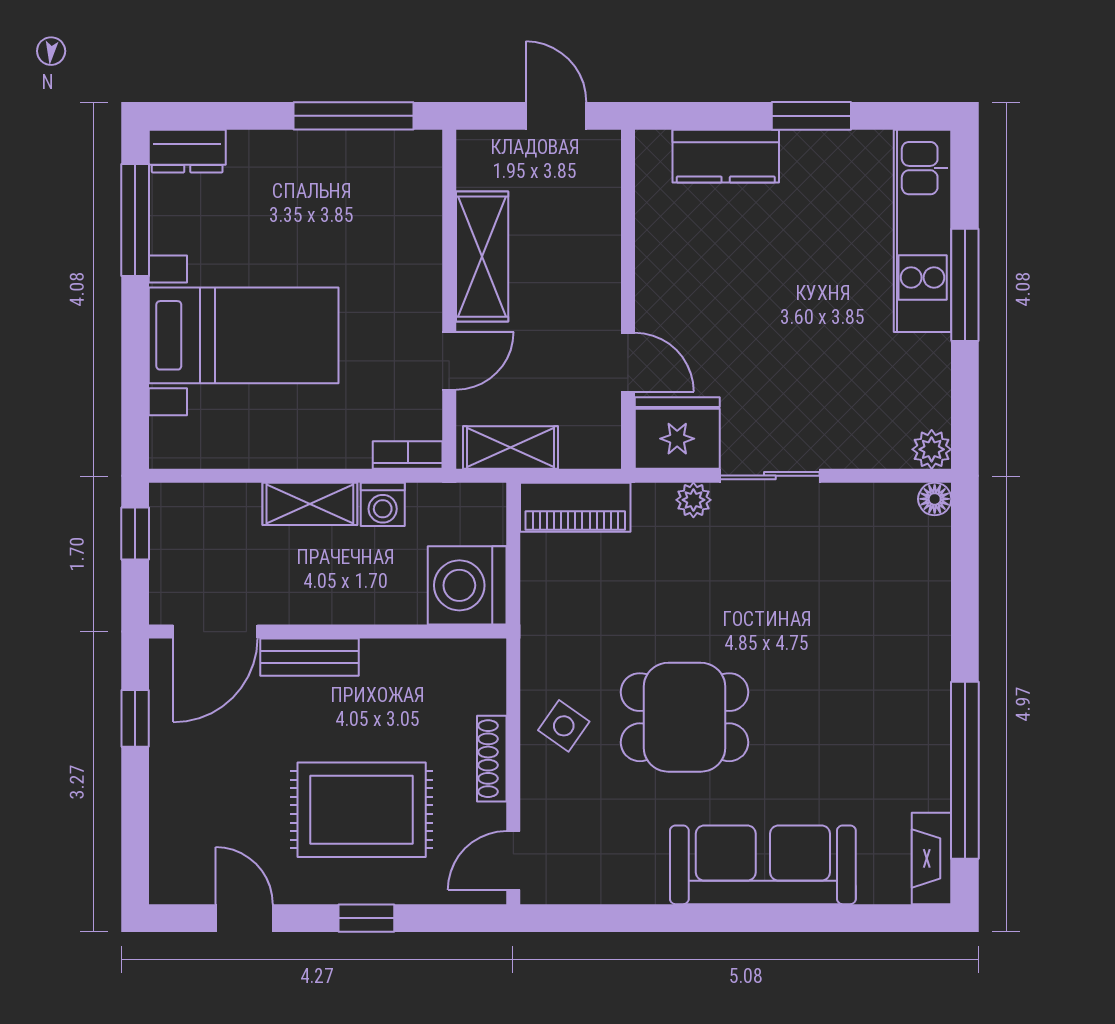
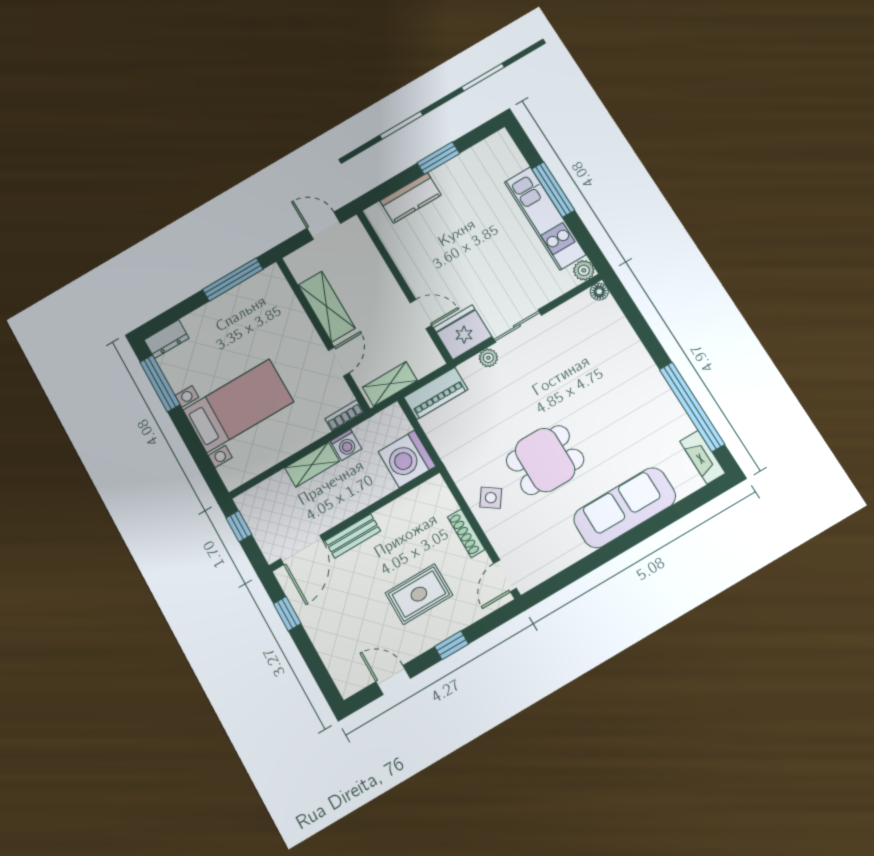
kitchen unit: (923, 231) -> (545, 218), moved
rug: (362, 810) -> (419, 594), width x0.73, depth x0.70

